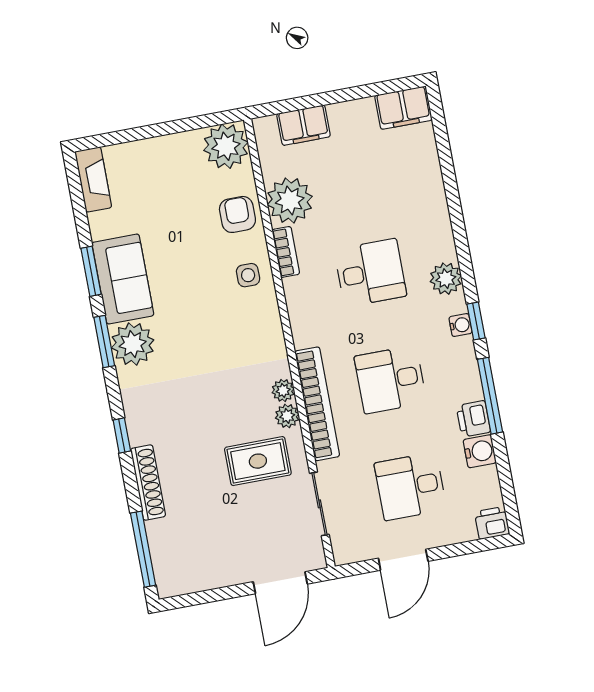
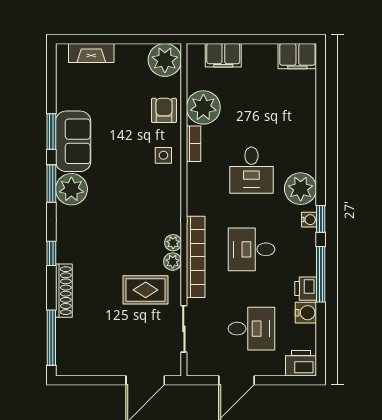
fireplace: (93, 179) -> (91, 53), moved, turned 90
desk: (370, 273) -> (251, 170), turned 90
plant: (446, 279) -> (301, 189), width x1.36, depth x1.36
desk: (410, 486) -> (251, 329), turned 180
printer: (492, 523) -> (301, 363), width x1.36, depth x1.24

